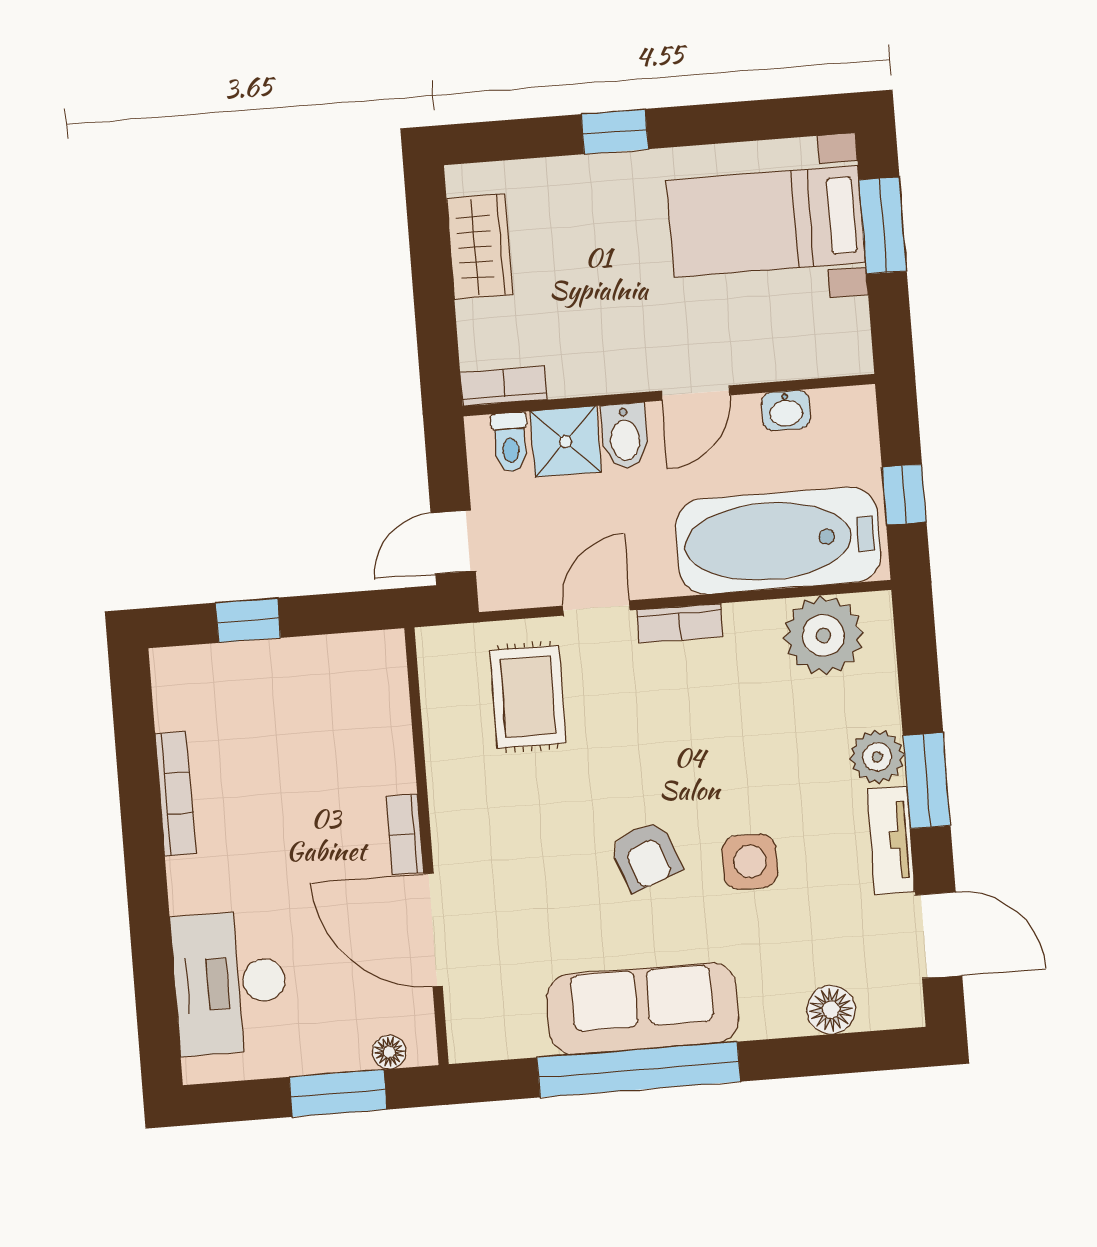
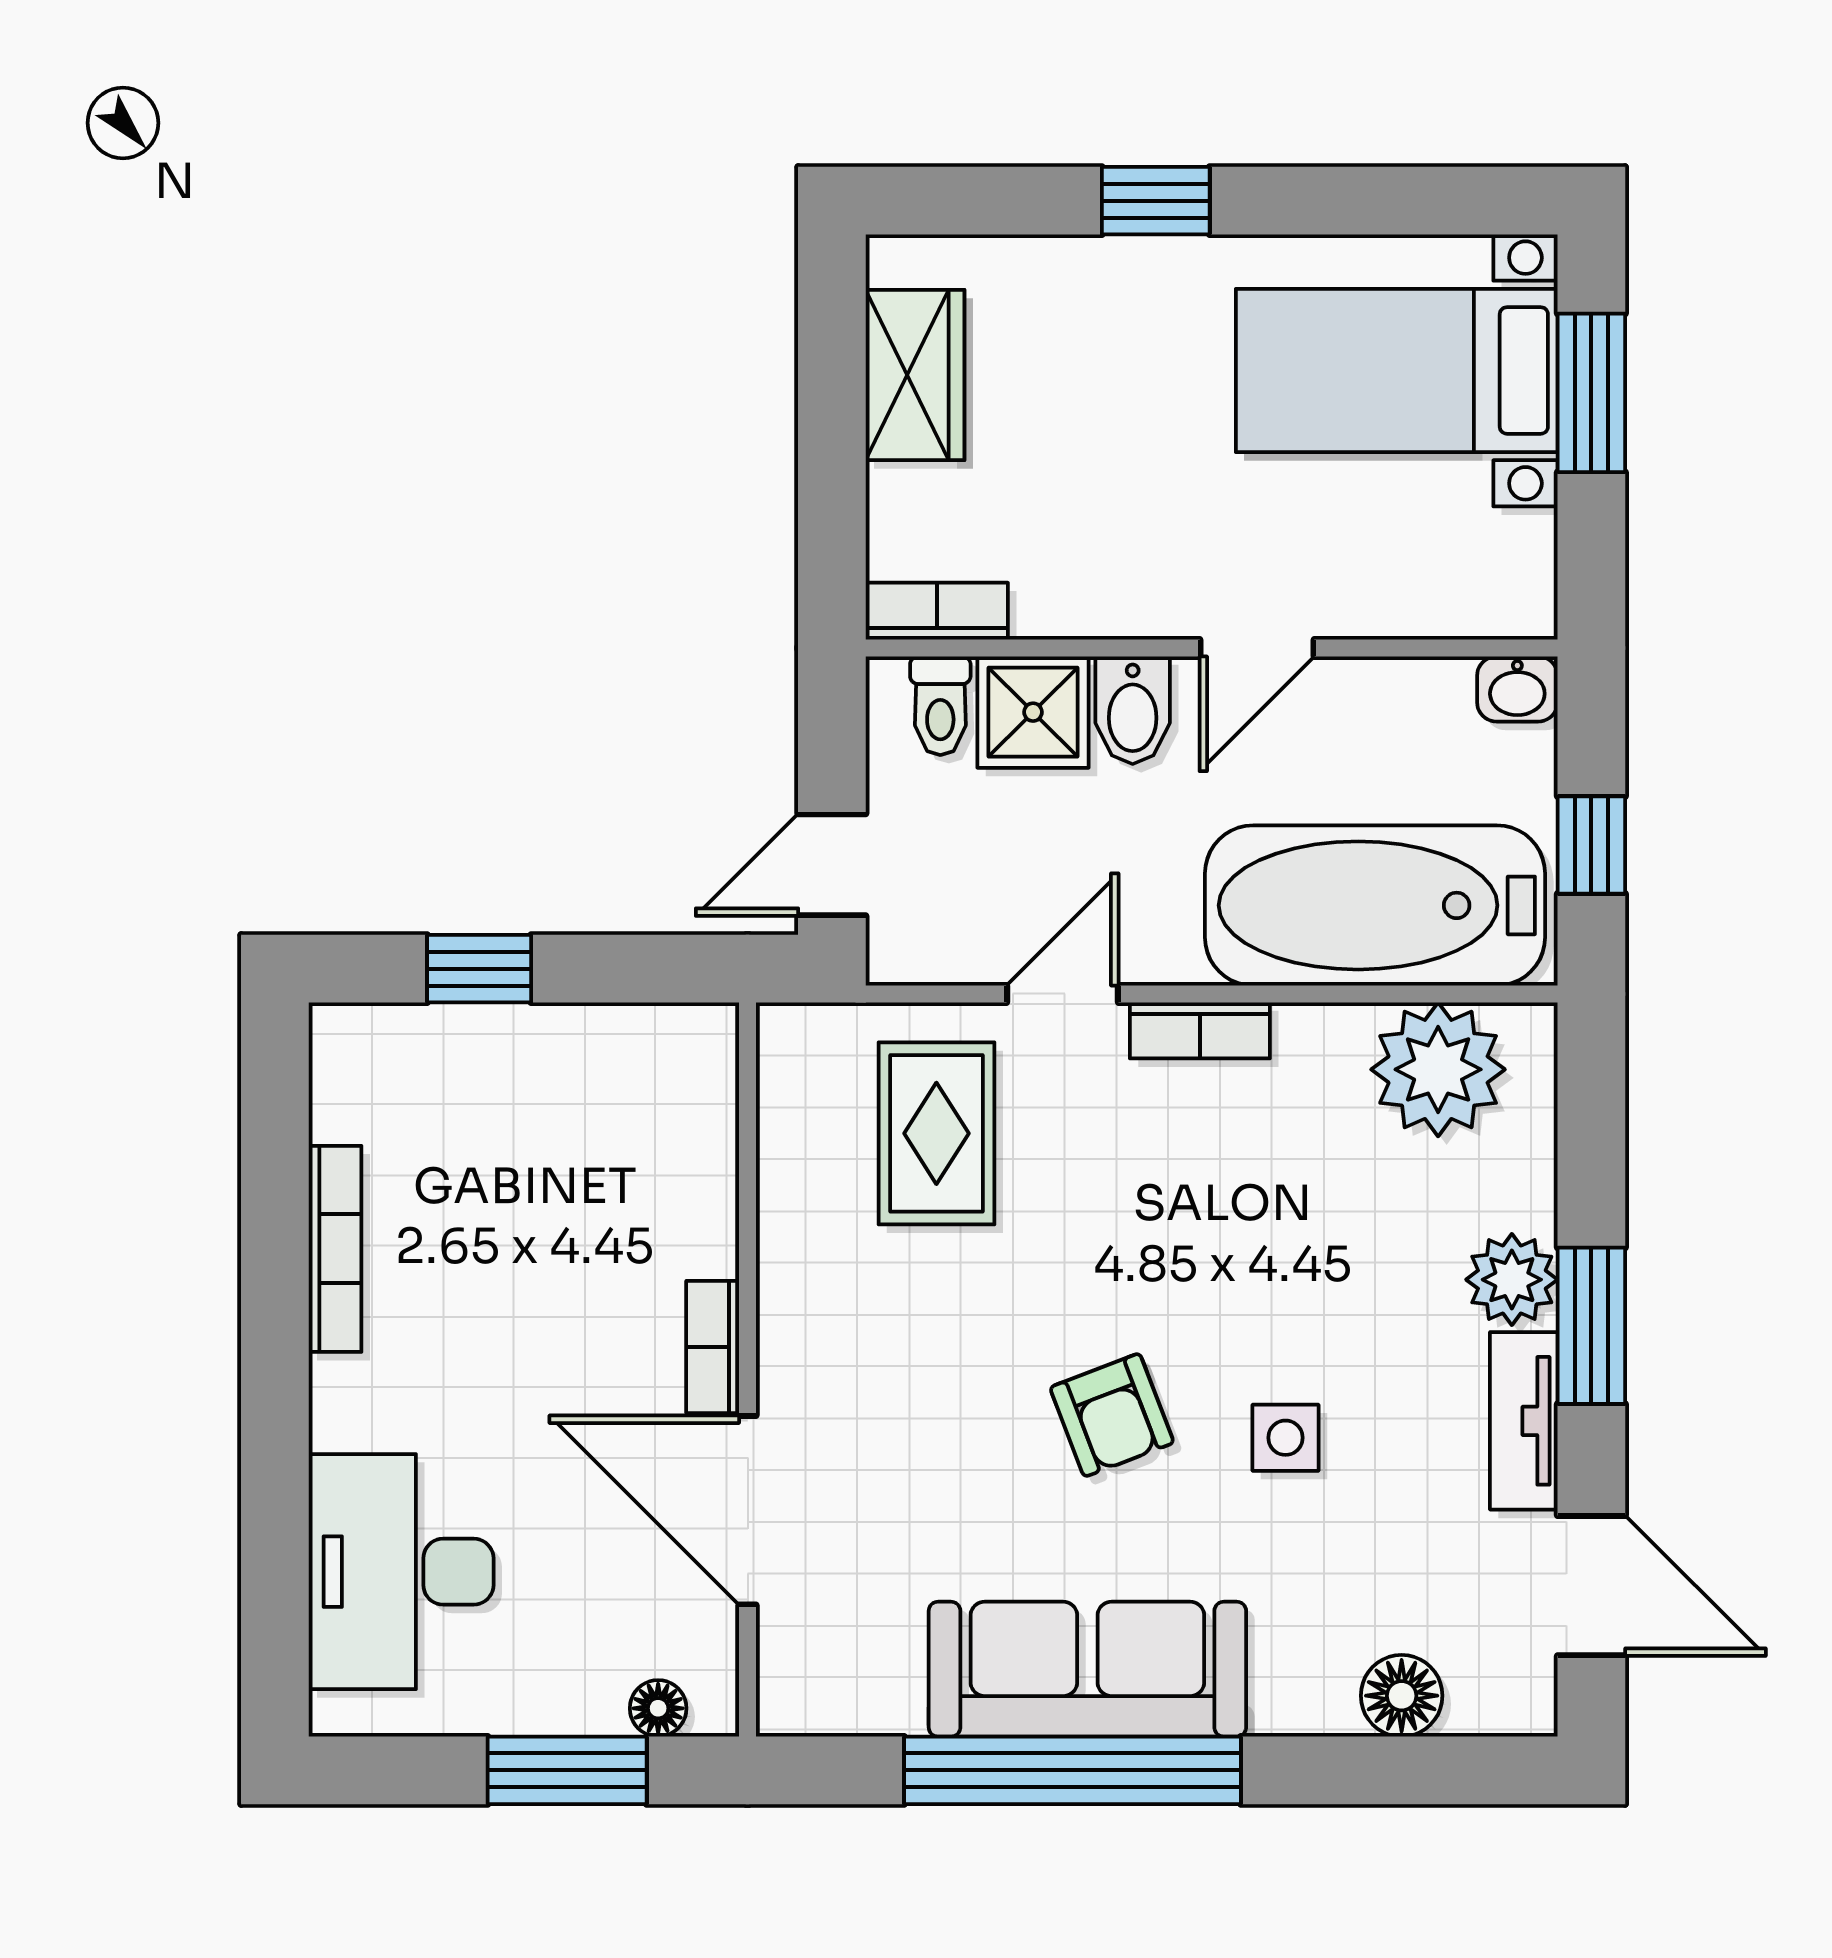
washbasin: (786, 410) -> (1517, 689), moved
side table: (750, 862) -> (1286, 1438), width x0.73, depth x0.73

